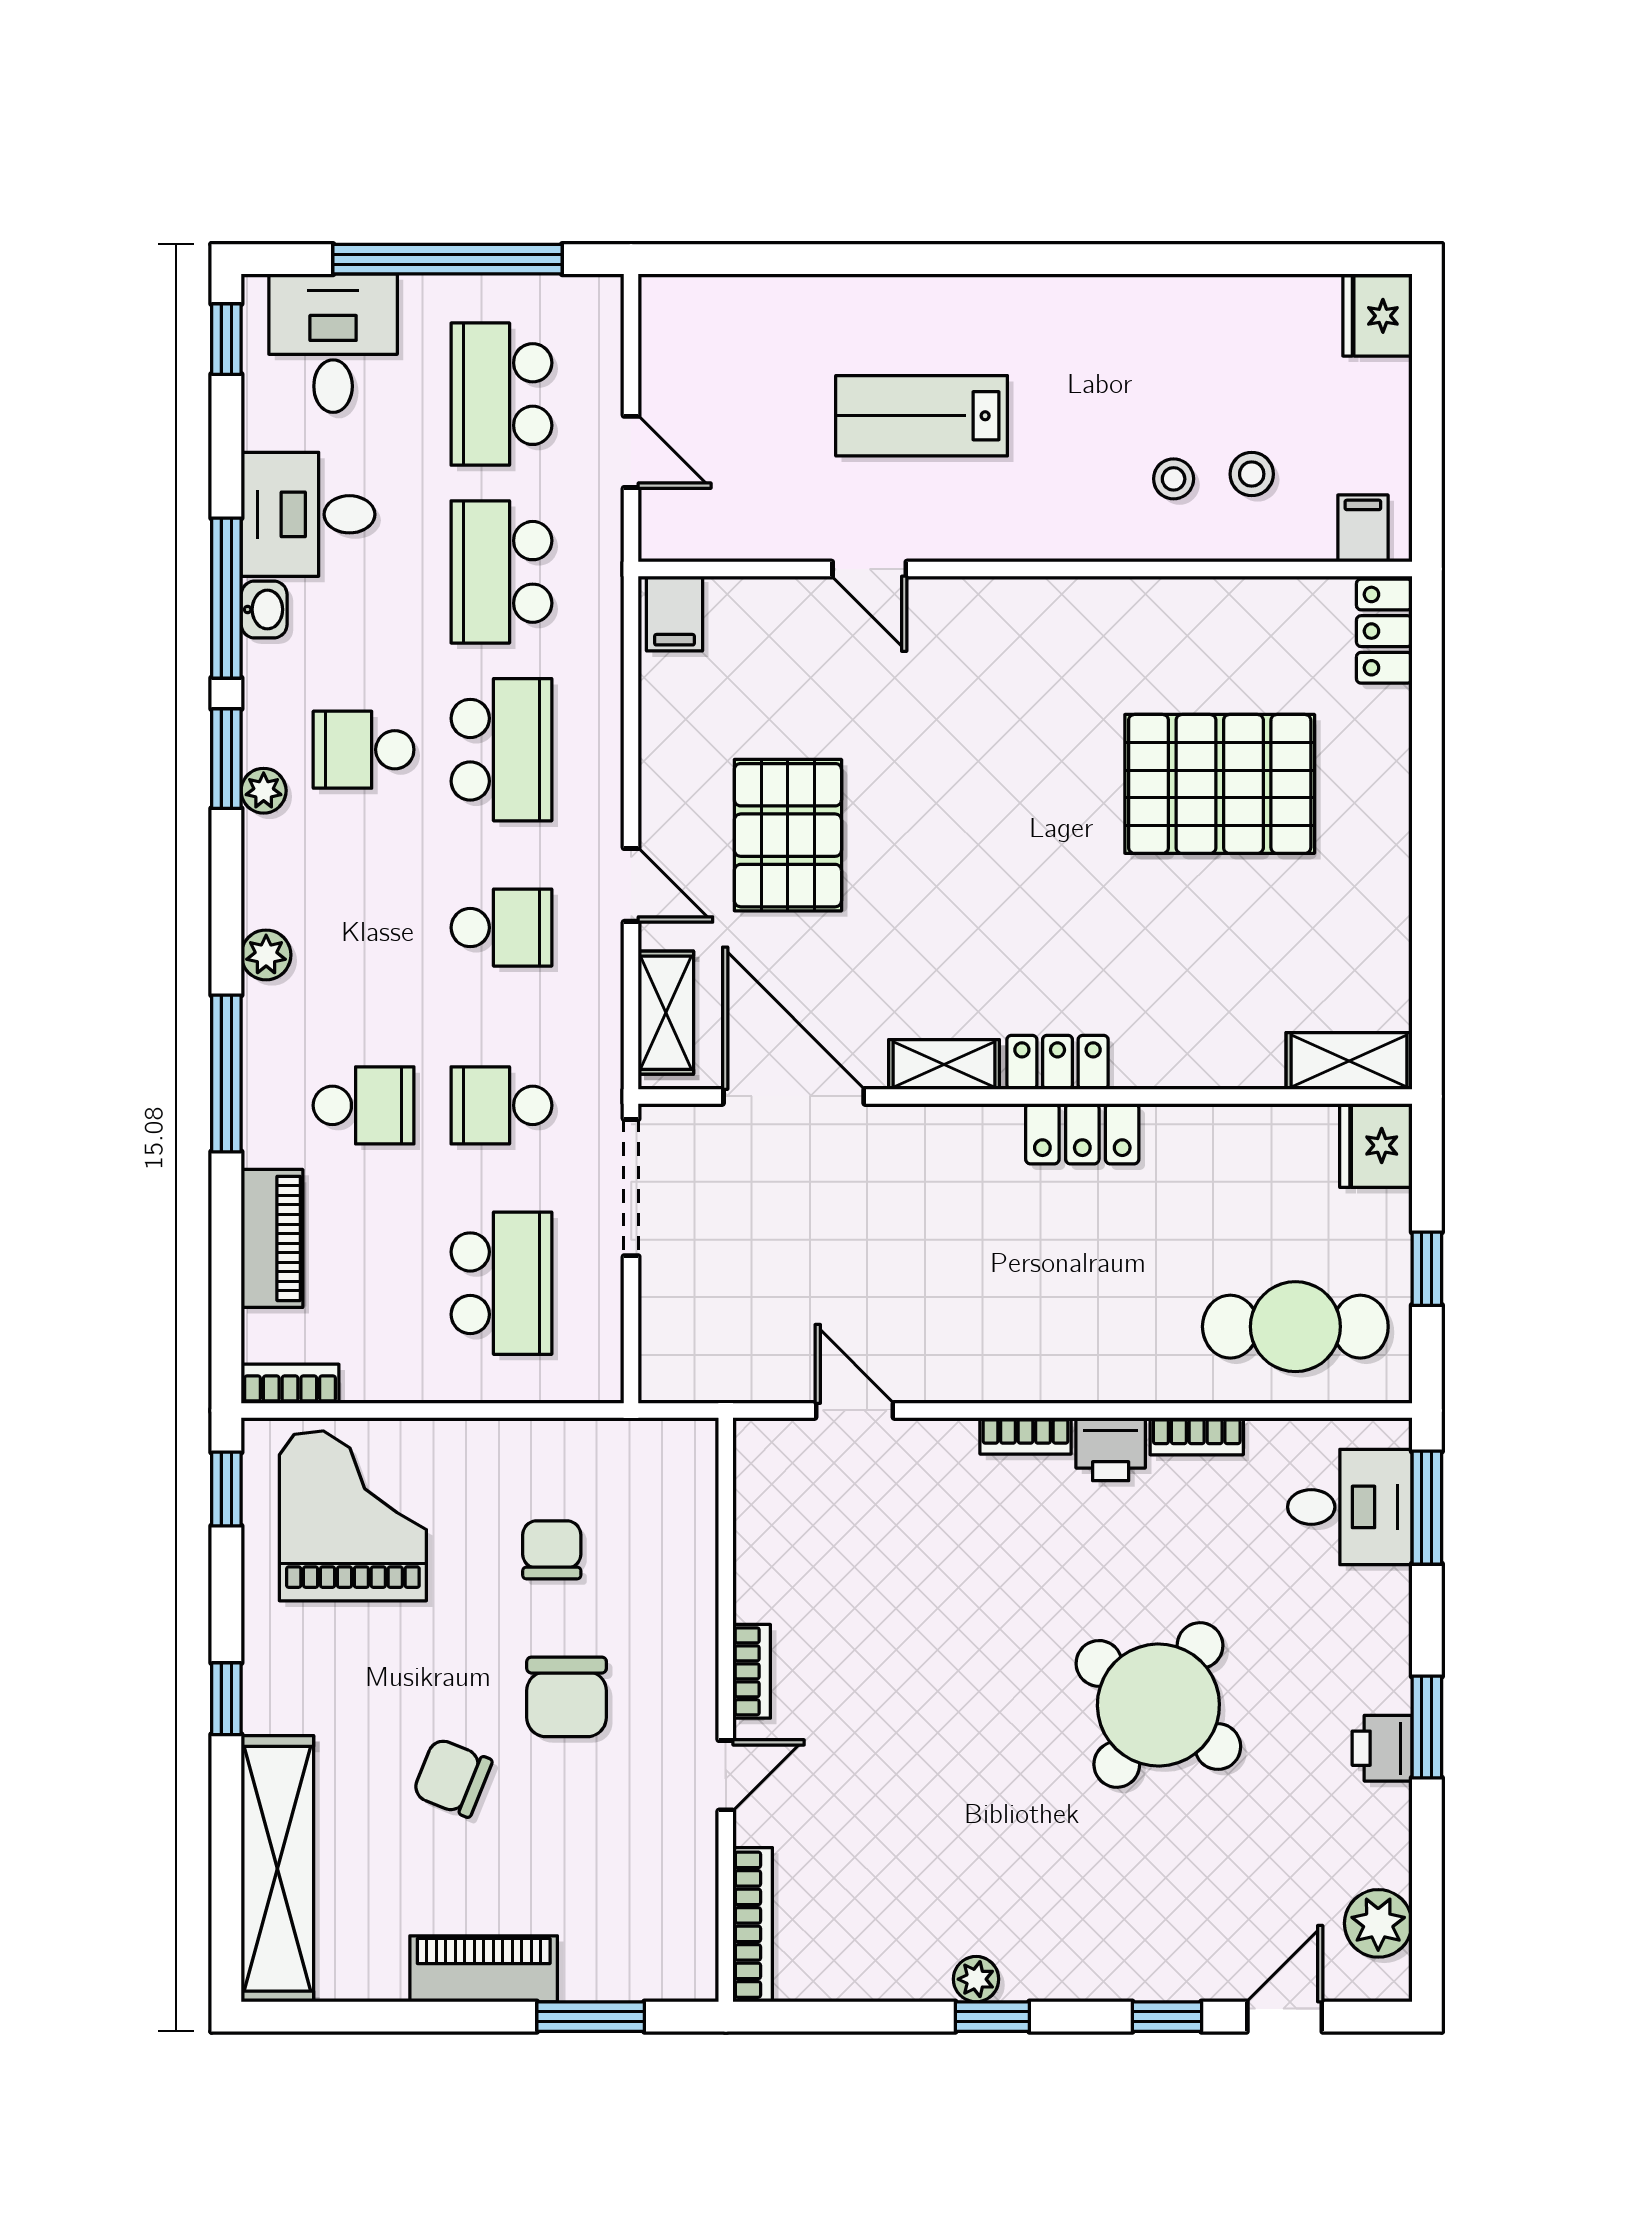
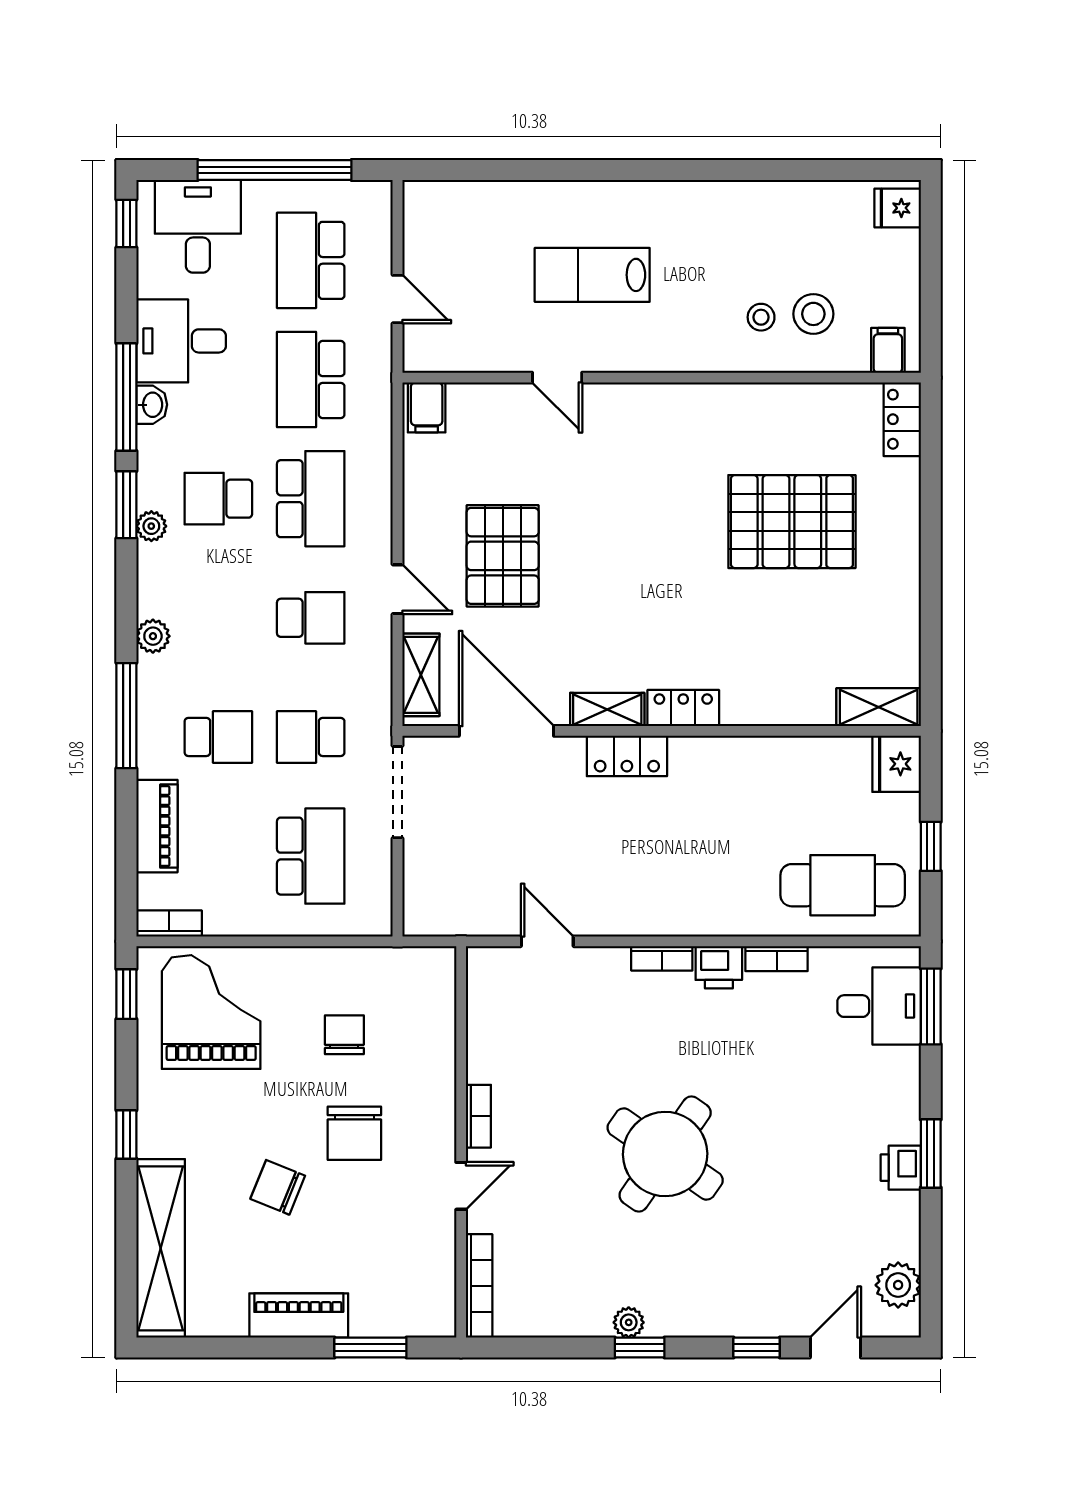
fridge: (1377, 316) -> (898, 208), width x0.72
stool: (1252, 474) -> (813, 314), width x1.37, depth x1.37
locker: (1082, 1134) -> (627, 756), moved
round table: (1158, 1705) -> (665, 1154), moved

